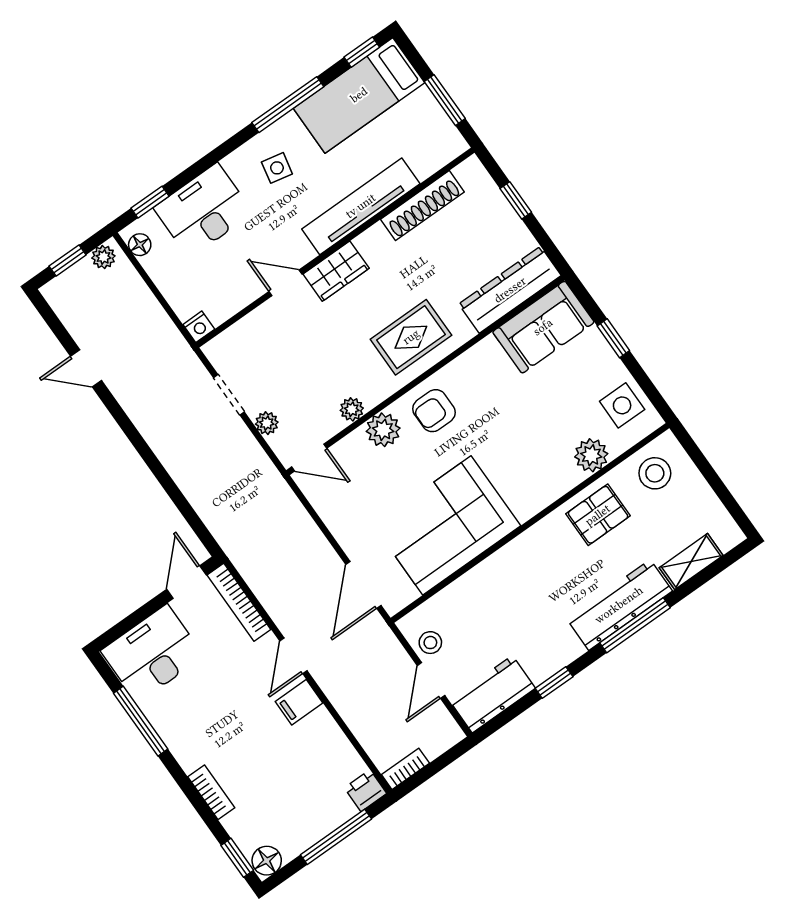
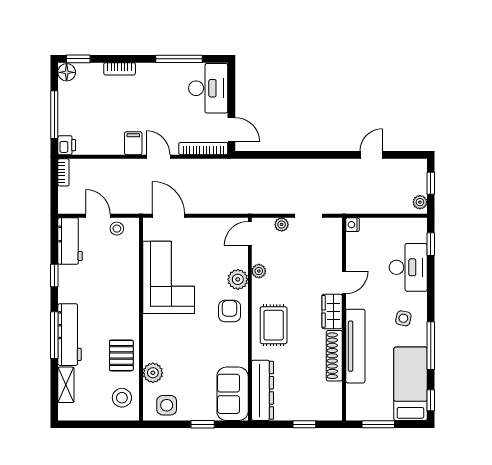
shoe rack: (422, 206) -> (334, 356), moved
floor lamp: (140, 245) -> (413, 224), removed

